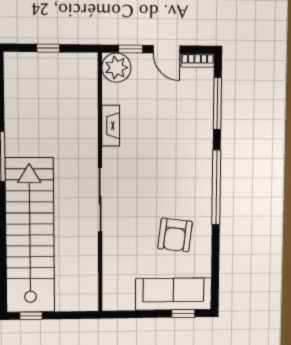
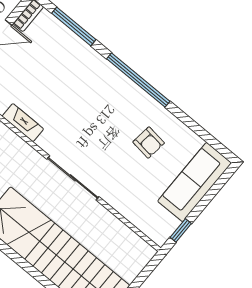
armchair: (175, 235) -> (149, 143), width x0.72, depth x0.72
window: (183, 314) -> (181, 230), moved

